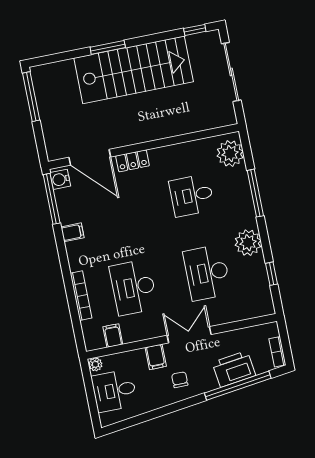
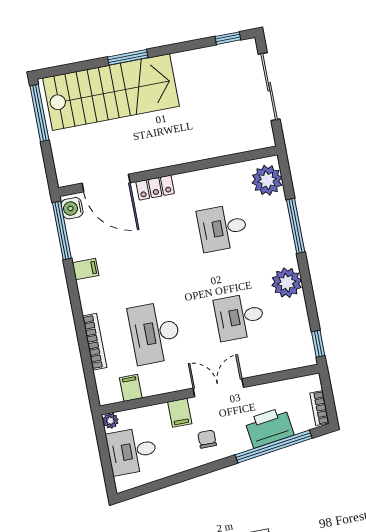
stairs: (134, 70) -> (111, 92), moved
desk: (207, 273) -> (239, 317), width x0.73
window: (271, 274) -> (318, 344), moved

